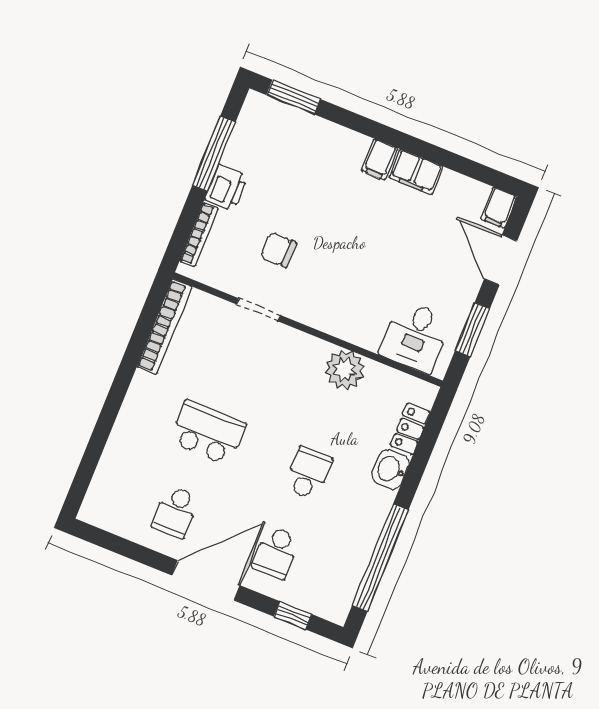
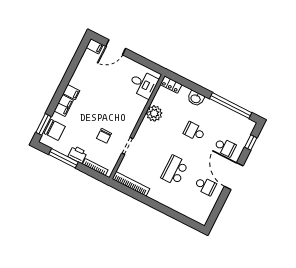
chair: (282, 126) -> (55, 130), added
filing cabinet: (416, 172) -> (64, 106), moved
window: (472, 330) -> (143, 61), removed
locker: (410, 429) -> (171, 85), moved

